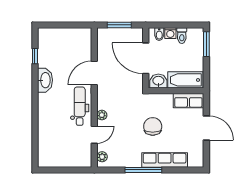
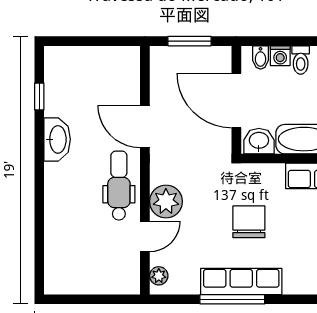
door: (94, 73) -> (145, 126), hinge flipped
plant: (102, 115) -> (166, 201), width x1.88, depth x1.88
row of seats: (165, 160) -> (241, 281), moved

